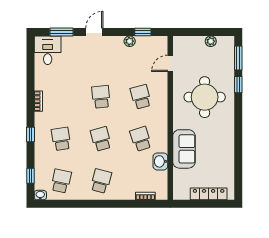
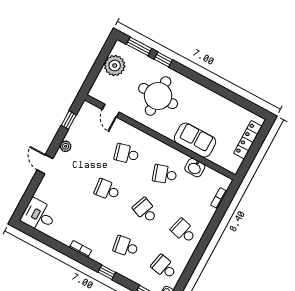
window: (61, 32) -> (29, 194), removed
plant: (130, 41) -> (66, 146), moved
plant: (211, 41) -> (115, 66), width x1.88, depth x1.88
school desk: (101, 139) -> (145, 210), turned 36

